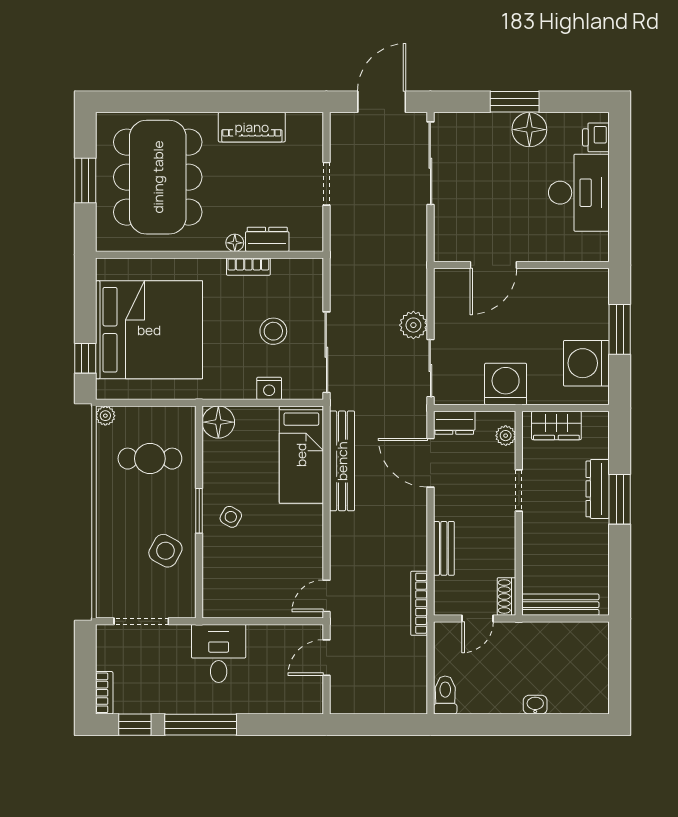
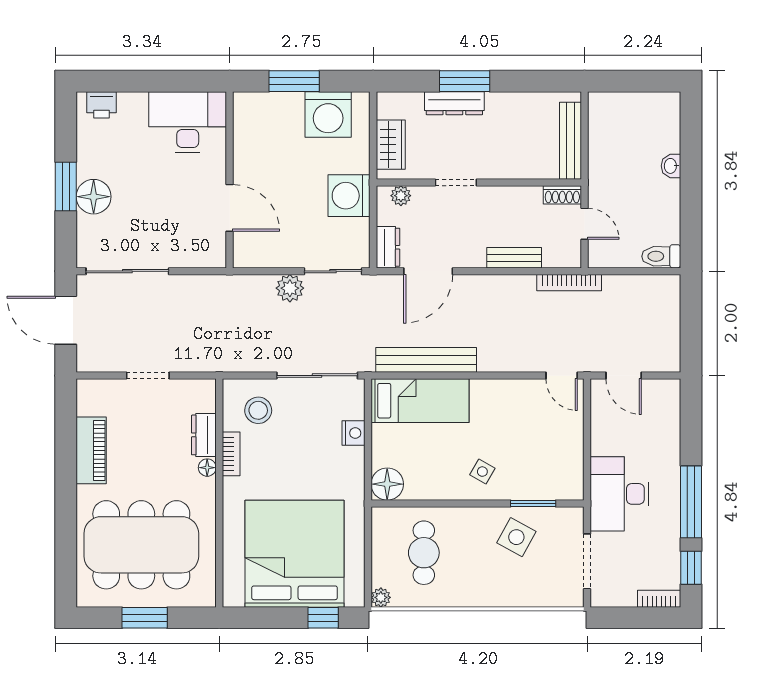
floor lamp: (529, 130) -> (94, 197), moved
desk: (579, 193) -> (188, 122), moved
stool: (273, 331) -> (258, 410), moved
window: (199, 511) -> (533, 503), moved
desk: (219, 653) -> (620, 494), width x1.37

